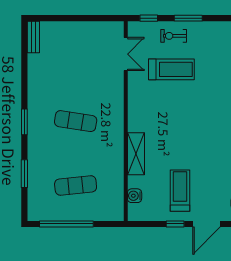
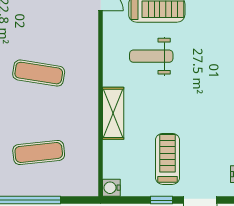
weight bench: (167, 107) -> (151, 56), added
water cooler: (135, 196) -> (111, 188), moved

